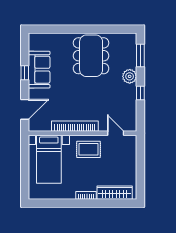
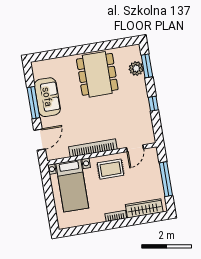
window: (25, 73) -> (33, 103), width x2.17
plant: (130, 76) -> (136, 68), moved
door: (116, 133) -> (135, 148), swing flipped
window: (140, 168) -> (166, 179), added

